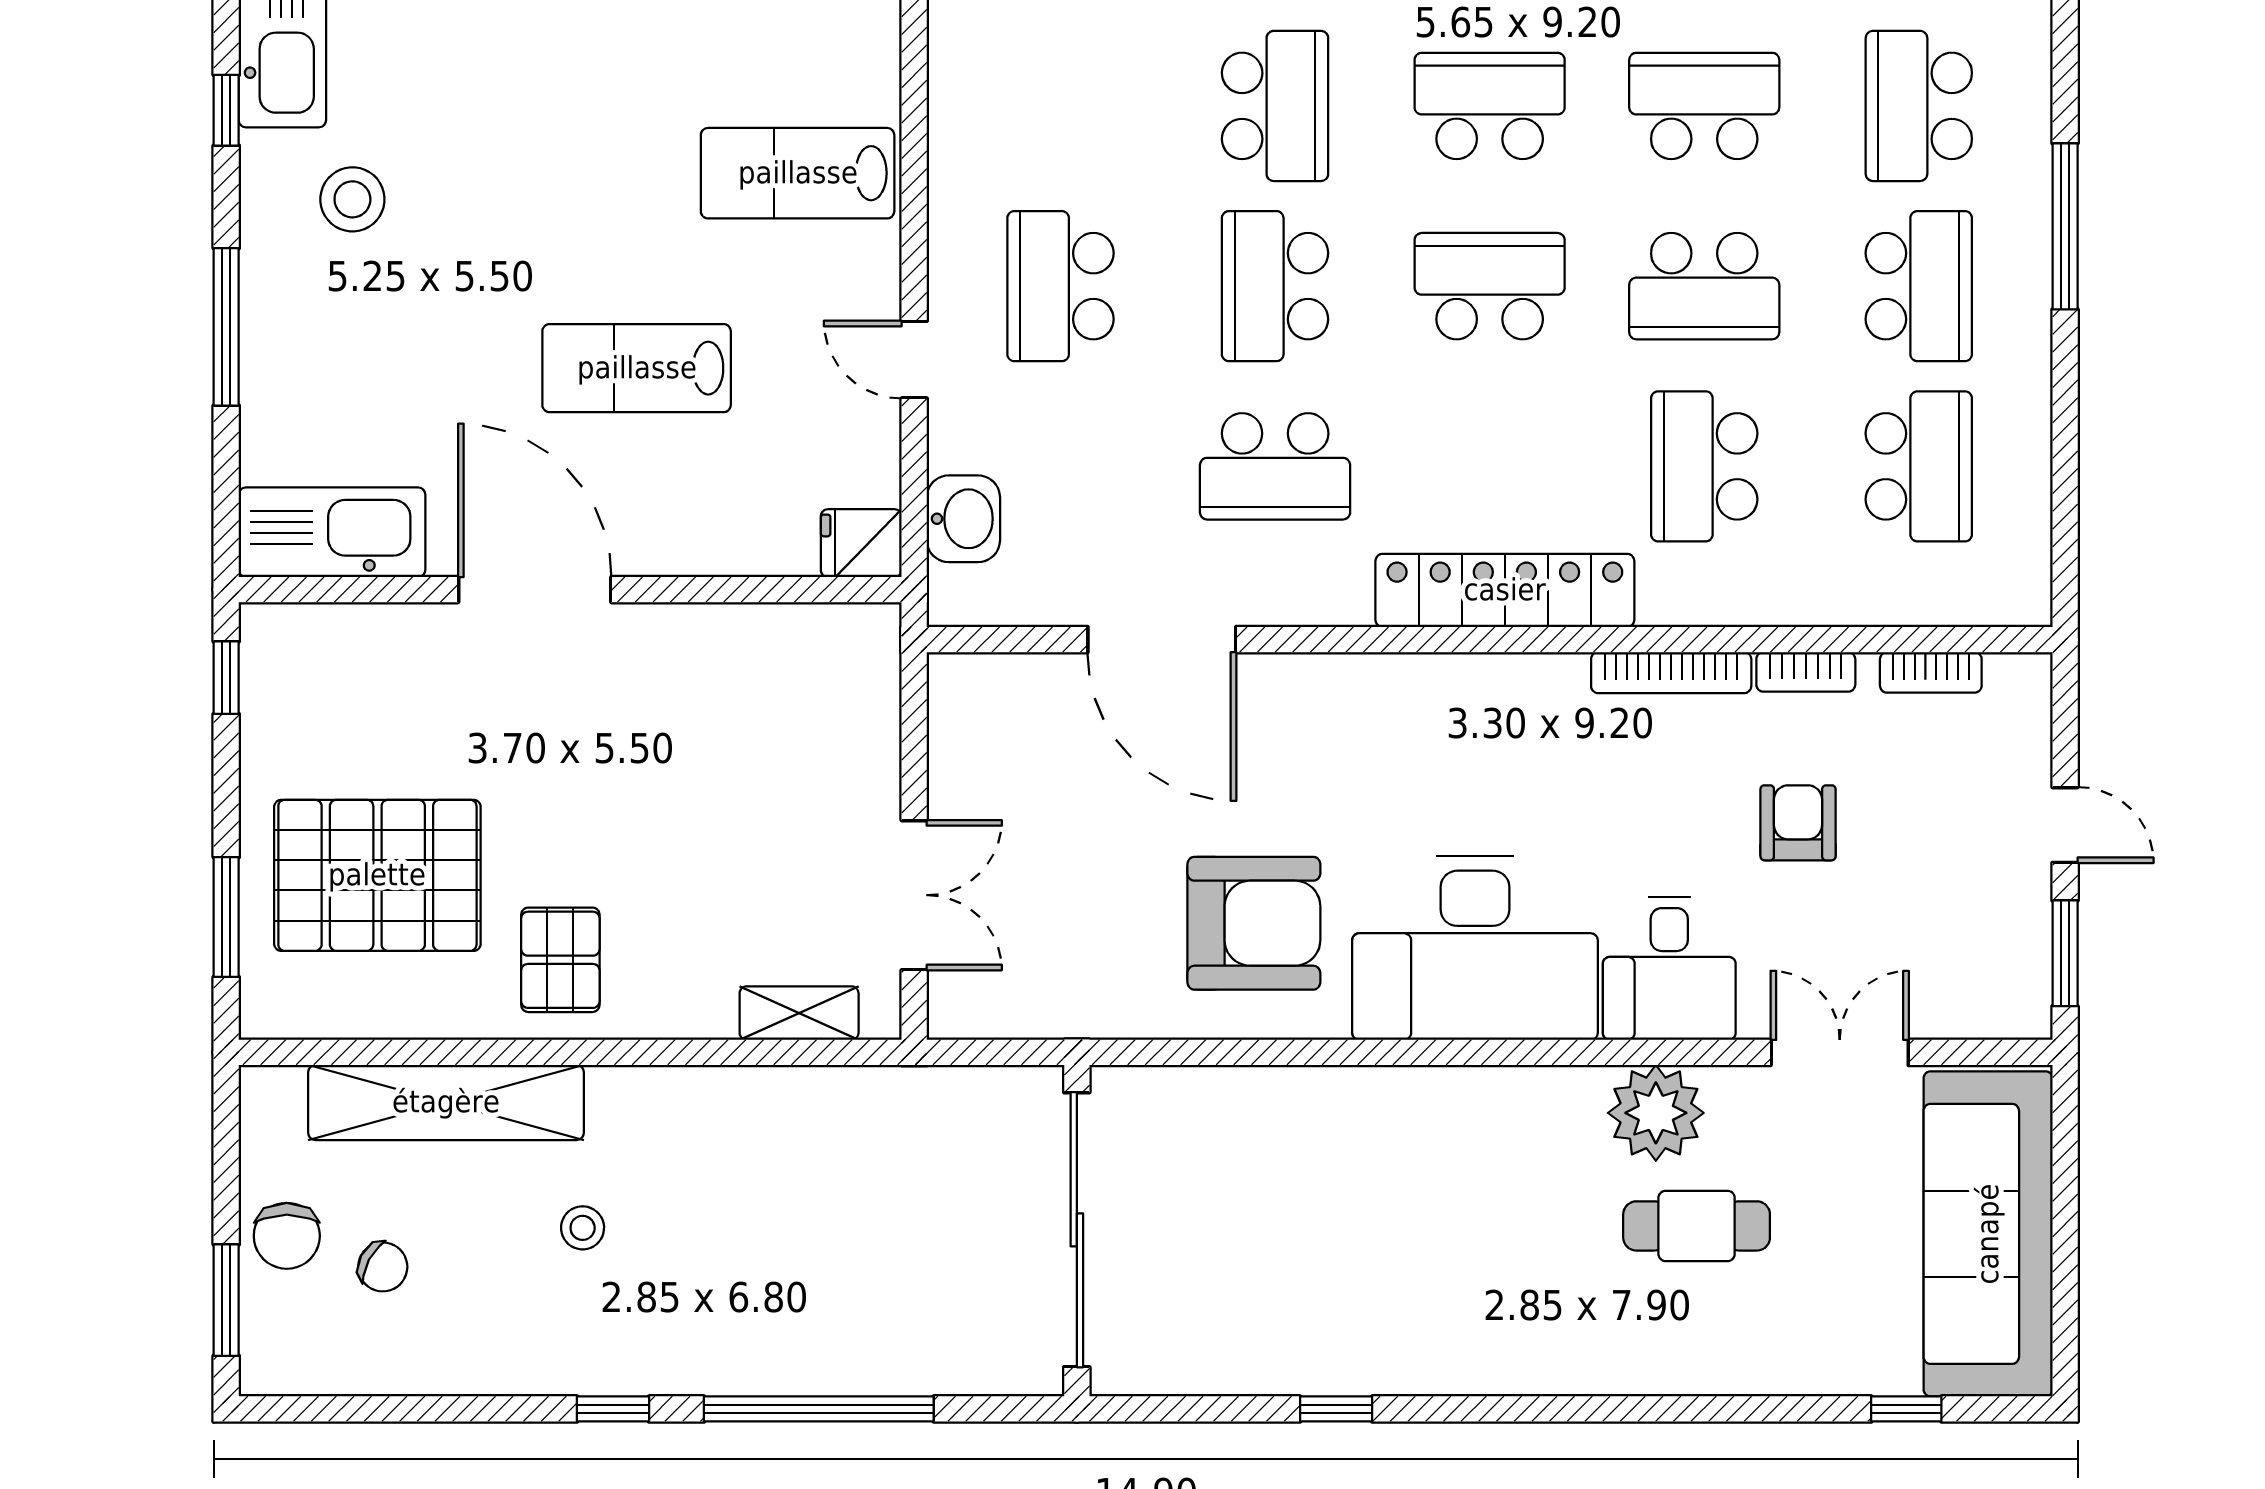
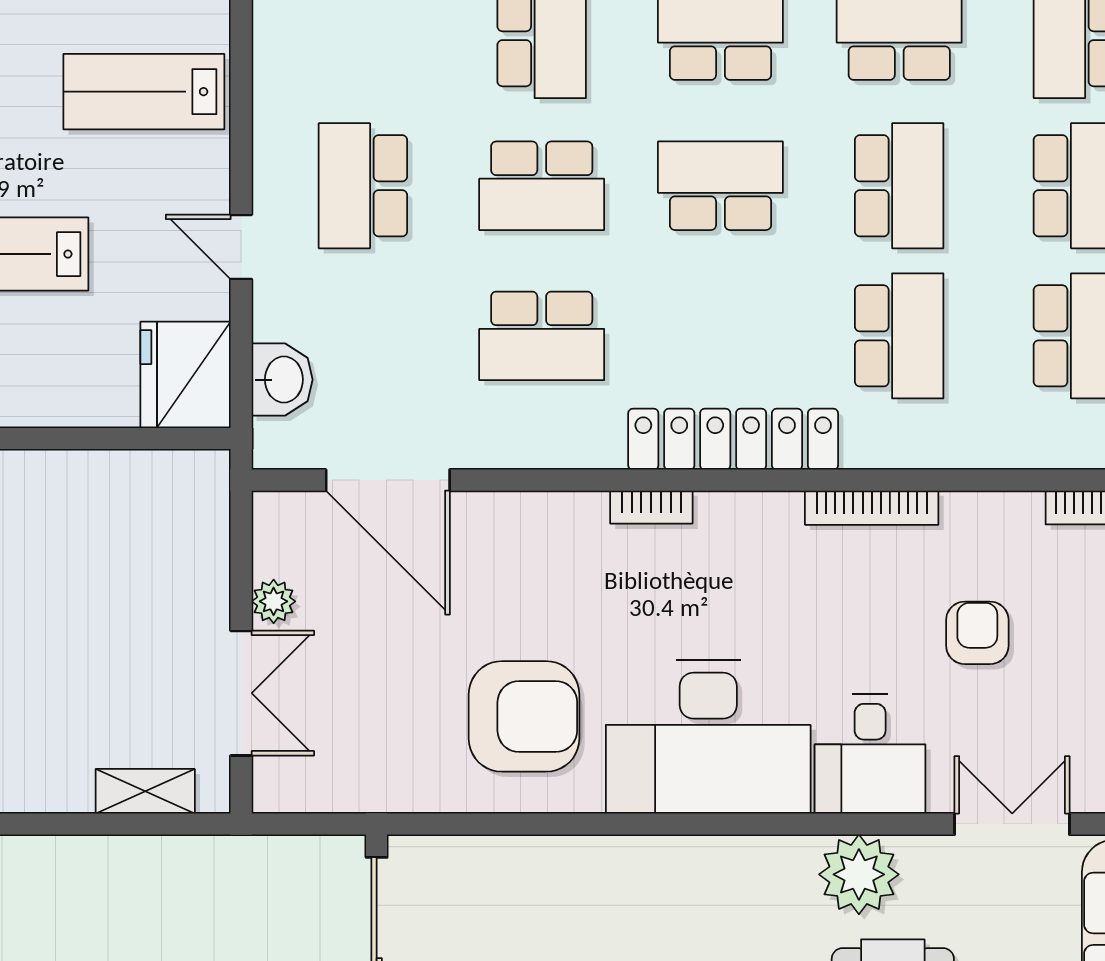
school desk: (1275, 286) -> (542, 186), turned -90
school desk: (1704, 286) -> (899, 186), turned -90
school desk: (1704, 466) -> (899, 336), turned 180
fridge: (861, 543) -> (186, 375), width x1.88, depth x1.34
door: (1162, 640) -> (388, 480), moved
bookcase: (1806, 672) -> (651, 507), moved
plant: (953, 785) -> (274, 601), added

